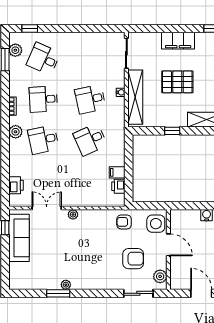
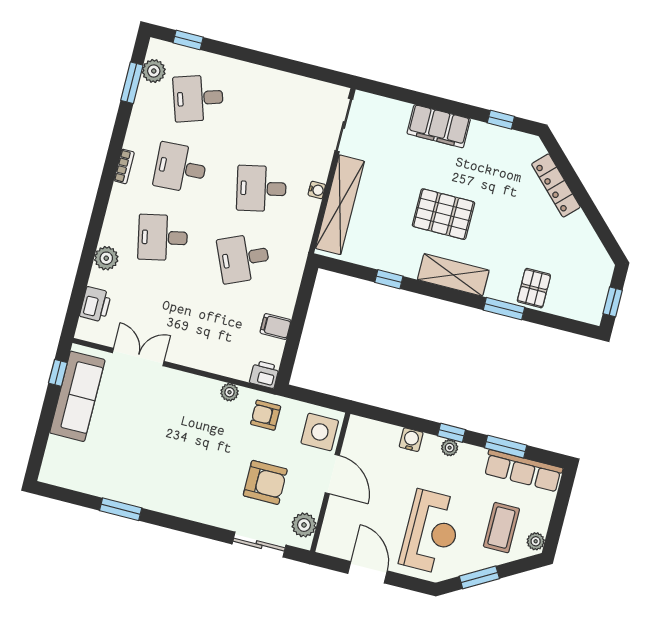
desk: (43, 59) -> (198, 98), turned -42
pallet: (177, 82) -> (443, 214), moved
plant: (16, 132) -> (106, 258), moved
printer: (118, 186) -> (264, 374), moved, turned 90
plant: (73, 214) -> (229, 392), moved
plant: (66, 285) -> (138, 498), removed

